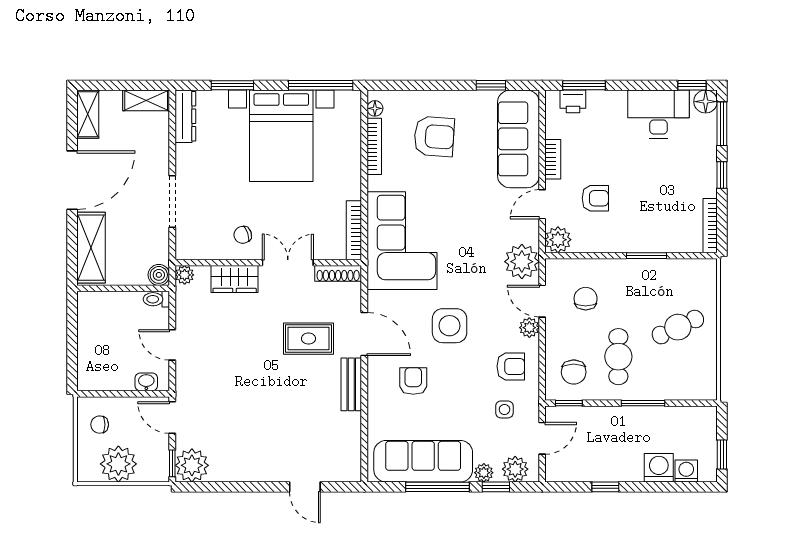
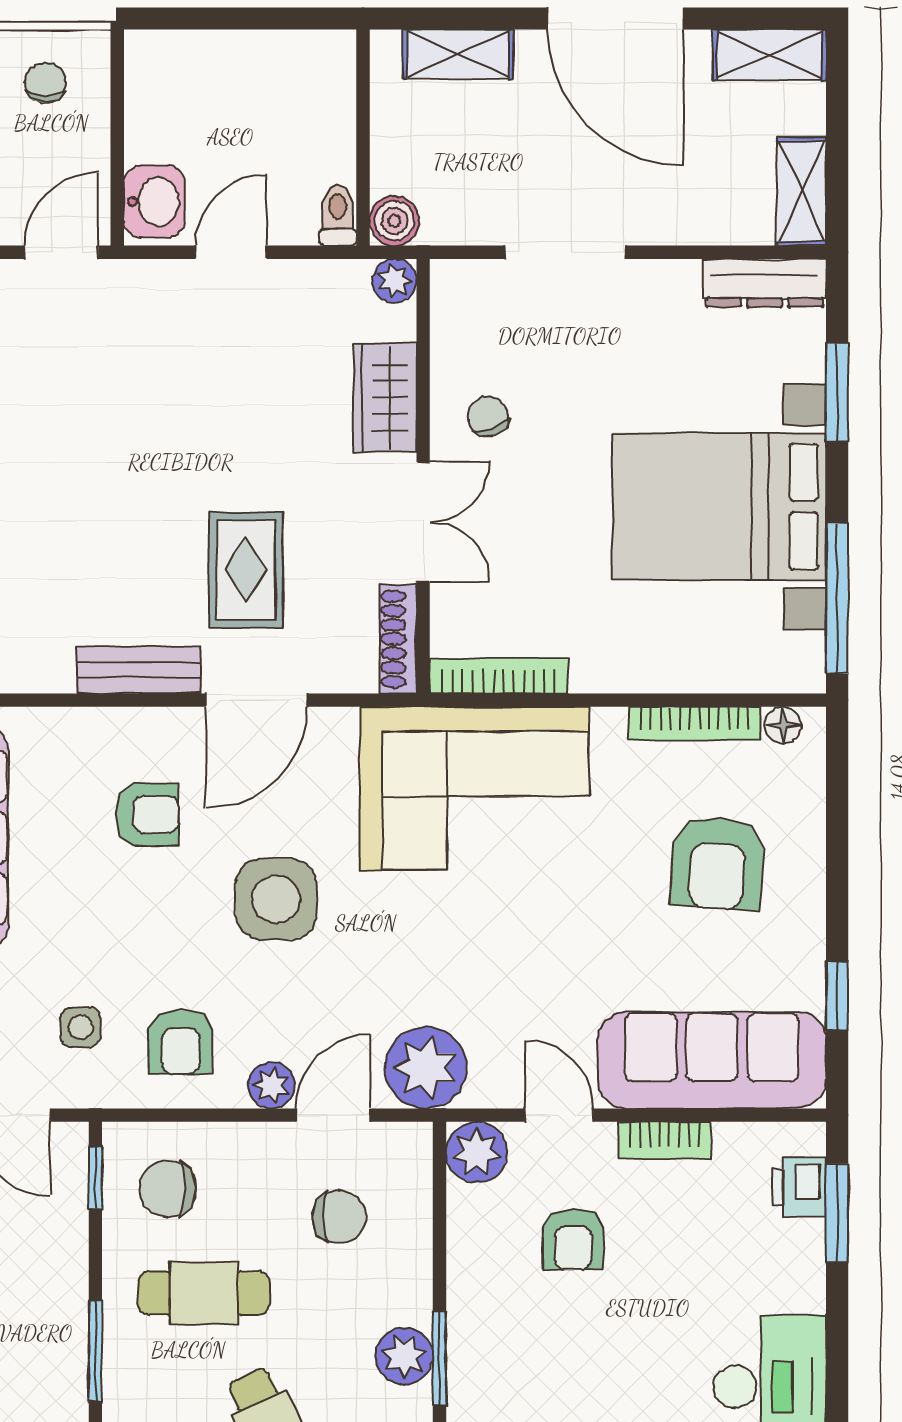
shelving: (91, 248) -> (458, 54), width x0.67, depth x0.75
plant: (645, 271) -> (404, 1356), added
washbasin: (146, 382) -> (154, 202), width x1.38, depth x1.45

